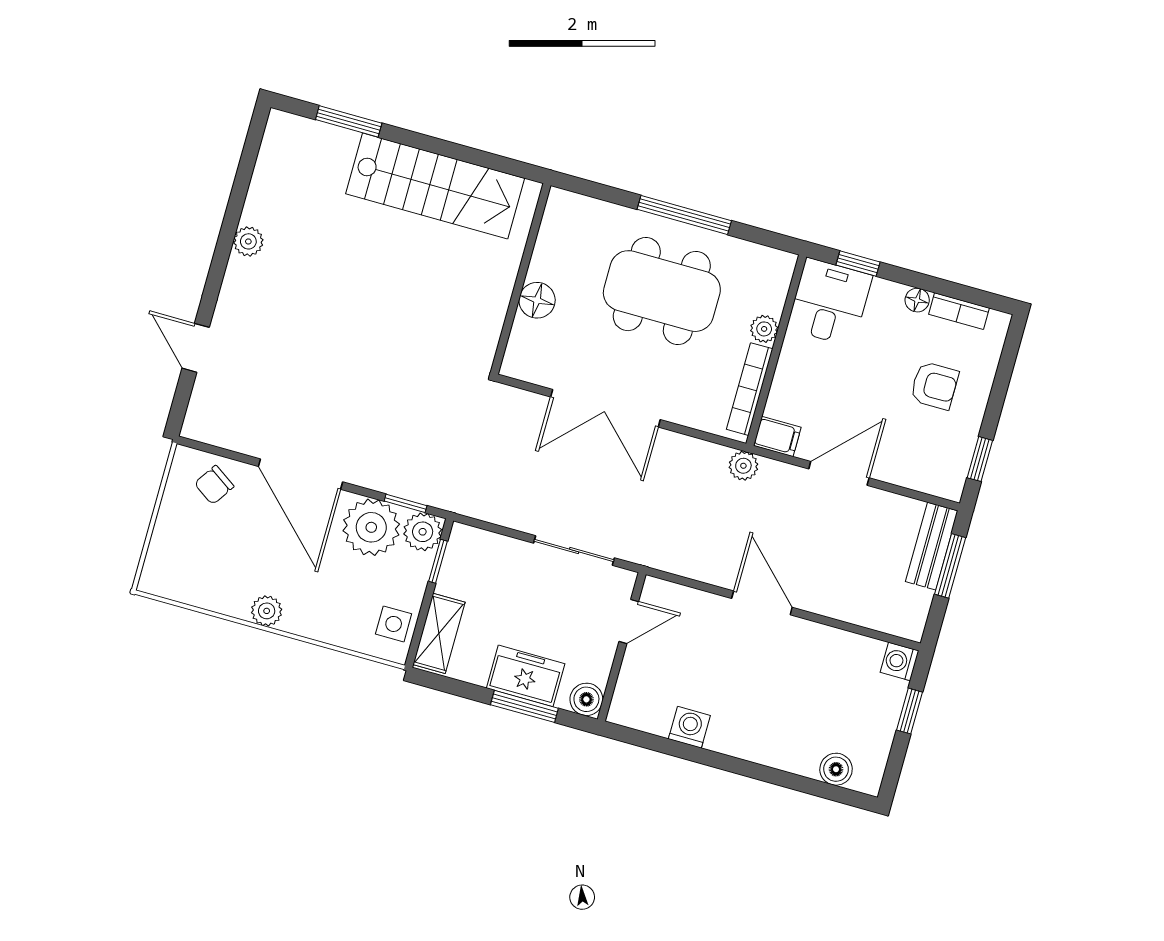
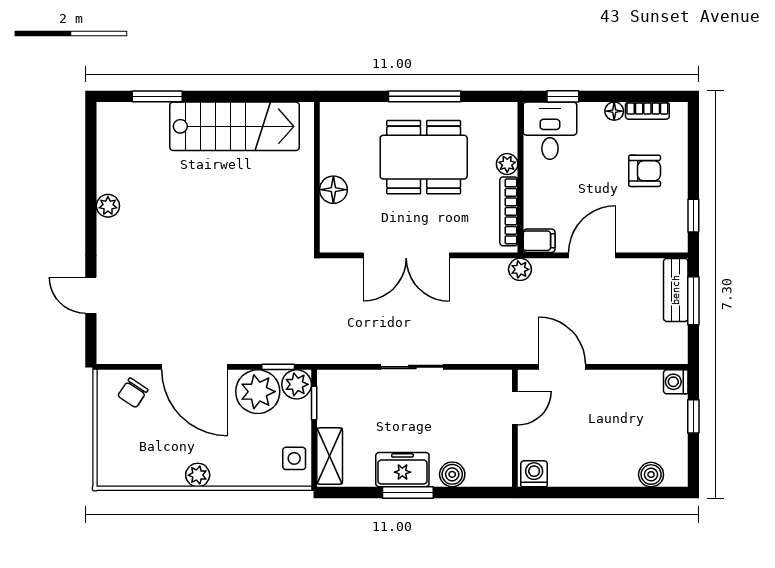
door: (629, 621) -> (515, 408), moved
wall: (622, 647) -> (515, 428), moved

